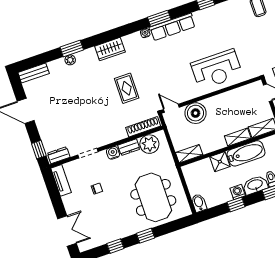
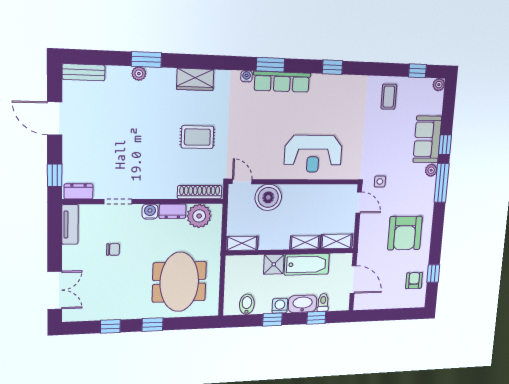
rug: (127, 88) -> (197, 137), turned 90
bidet: (199, 203) -> (247, 304), moved

